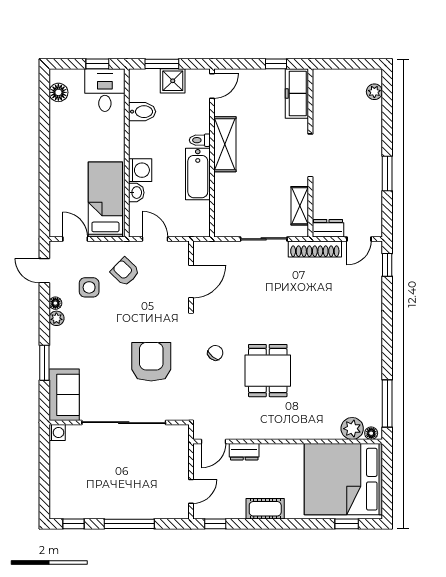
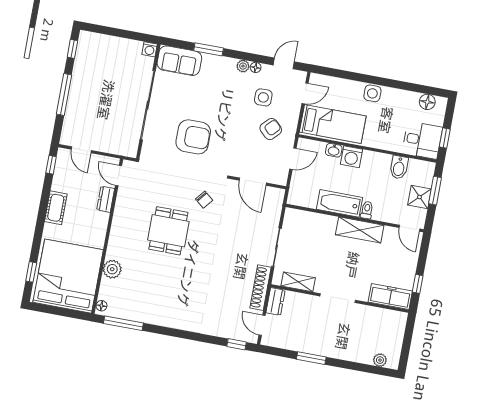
side table: (60, 159) -> (372, 93), added
chair: (215, 353) -> (204, 200), moved
dining table: (268, 371) -> (168, 231), turned 90
plant: (352, 429) -> (112, 269), moved

